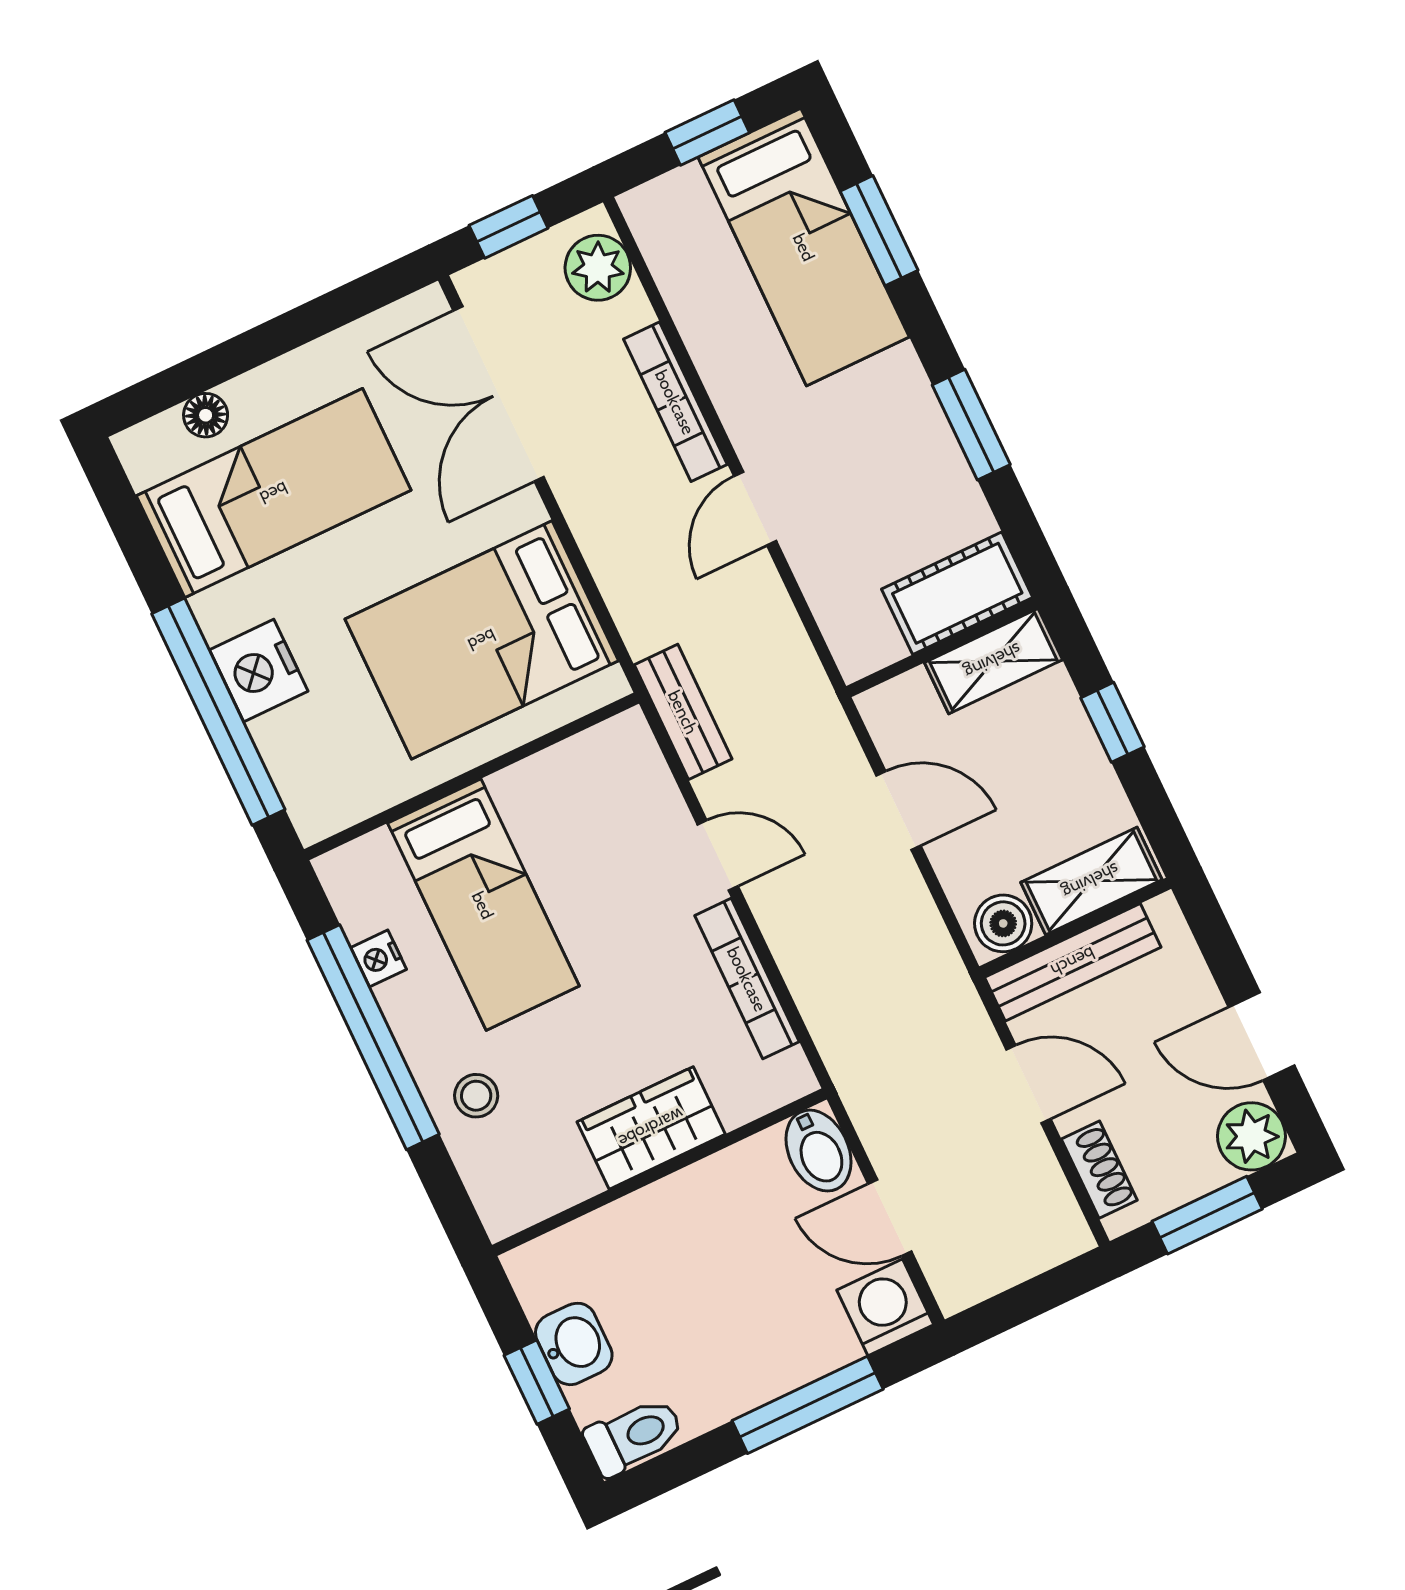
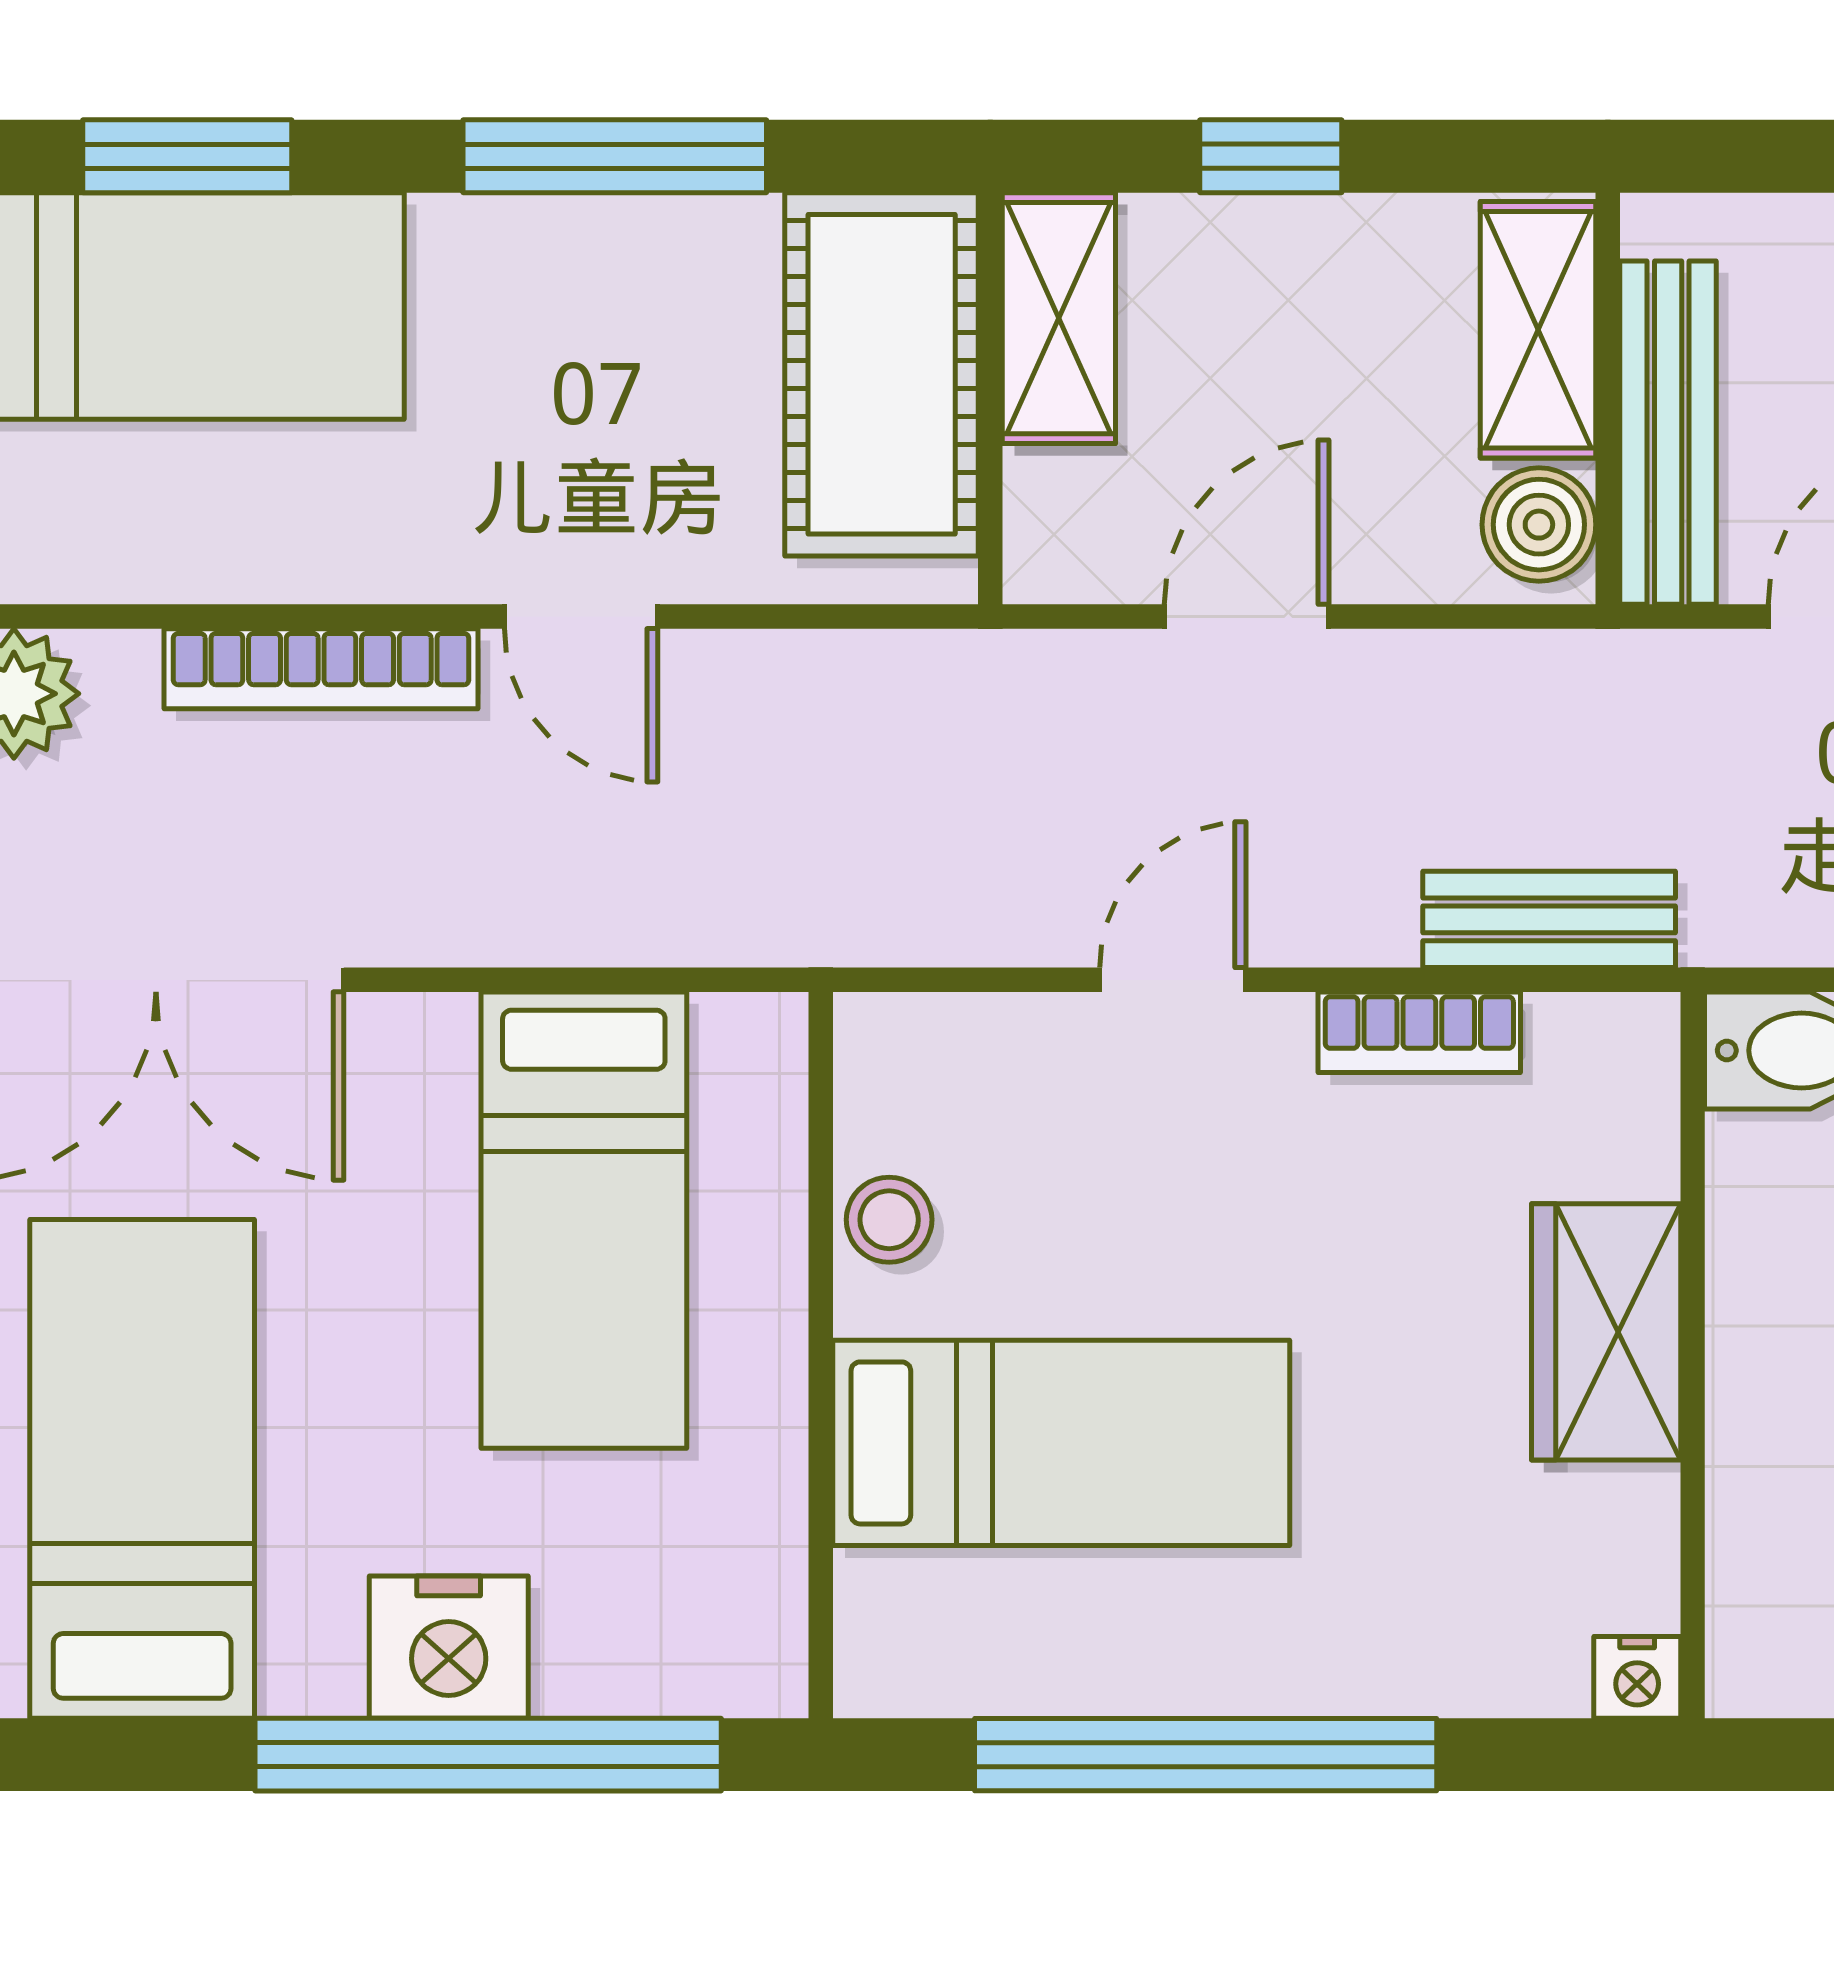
window: (971, 425) -> (615, 156), width x1.44
cot: (957, 593) -> (882, 374), width x1.37, depth x1.34
bed: (482, 640) -> (584, 1220), width x0.67
bench: (683, 712) -> (1549, 919), moved
nightstand: (379, 958) -> (1637, 1677), moved
bookcase: (747, 979) -> (1419, 1032), width x0.64
stool: (476, 1096) -> (889, 1220), moved

